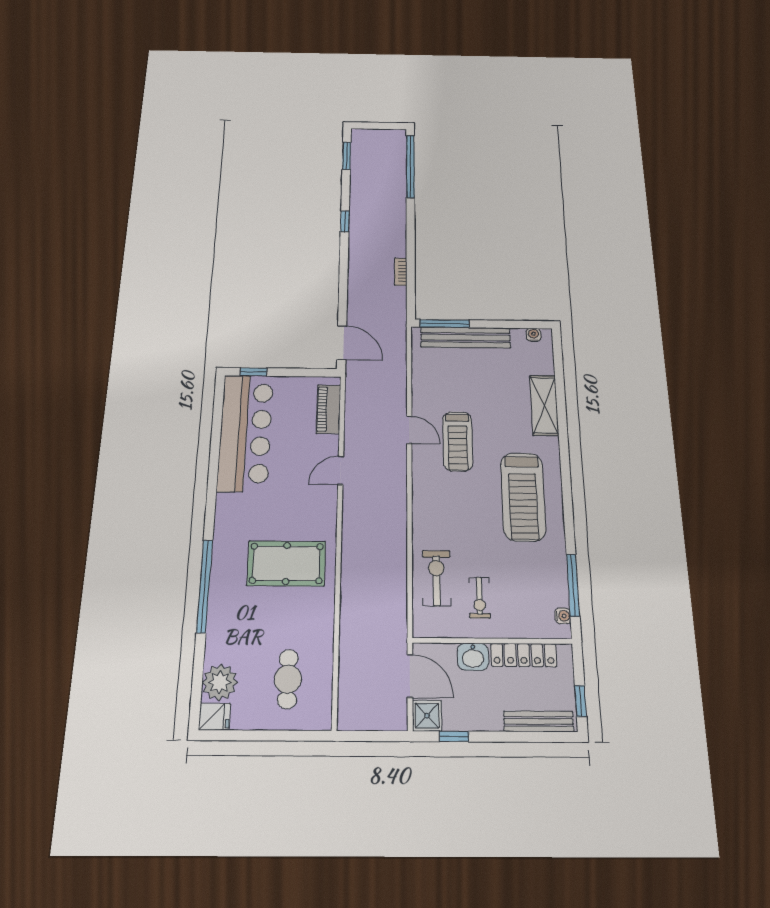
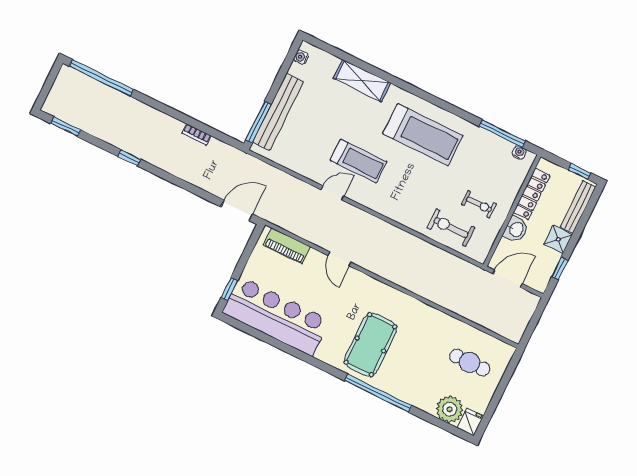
pool table: (286, 563) -> (371, 345), moved
shower: (427, 716) -> (558, 239), moved

